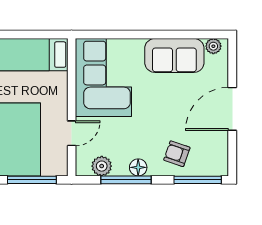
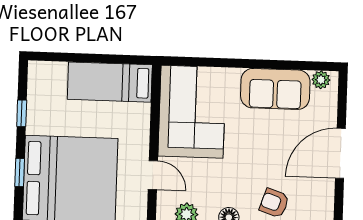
door: (72, 133) -> (153, 175), hinge flipped

